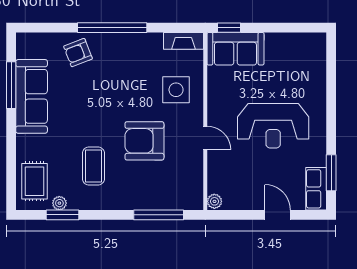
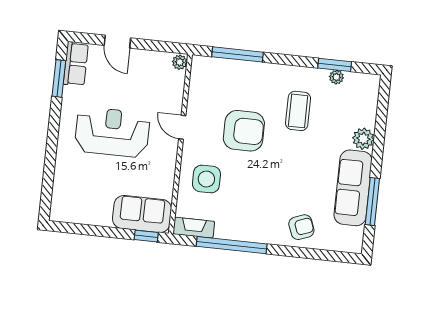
window: (112, 28) -> (232, 245), moved
plant: (27, 146) -> (363, 139), added
rug: (35, 181) -> (359, 102), removed

